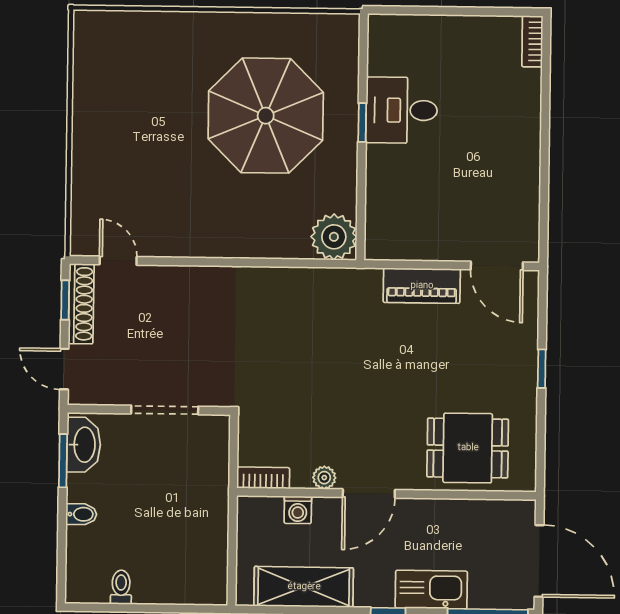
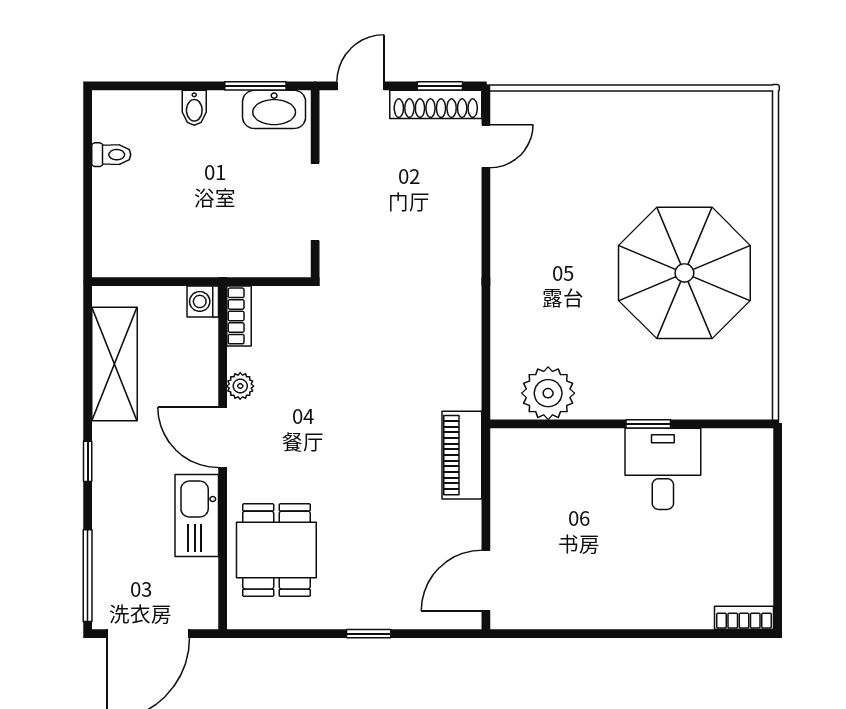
parasol: (266, 116) -> (684, 273), moved
plant: (334, 237) -> (548, 393), moved
piano: (422, 286) -> (462, 455), moved
washing machine: (298, 510) -> (203, 301), moved
kitchen sink: (431, 590) -> (197, 515), moved, turned 180

